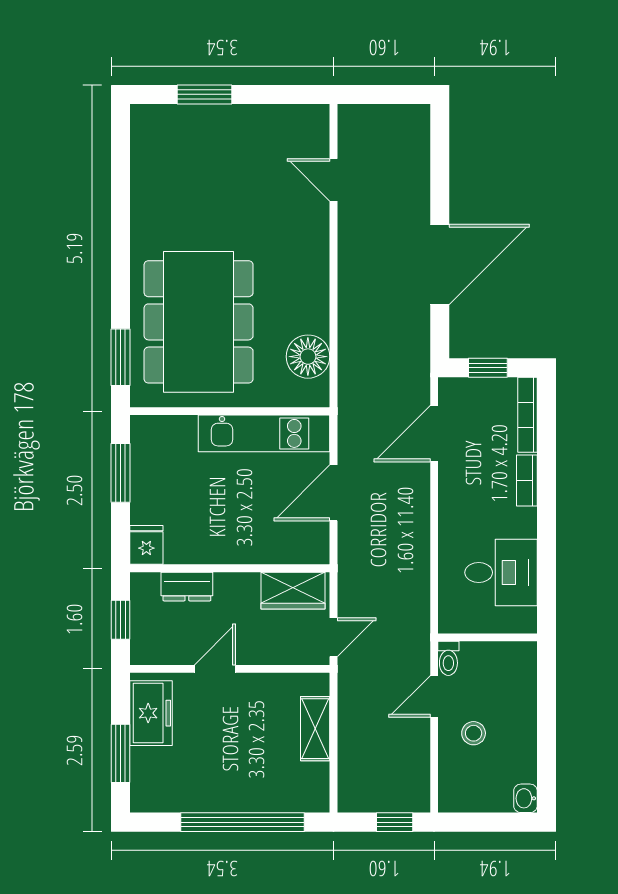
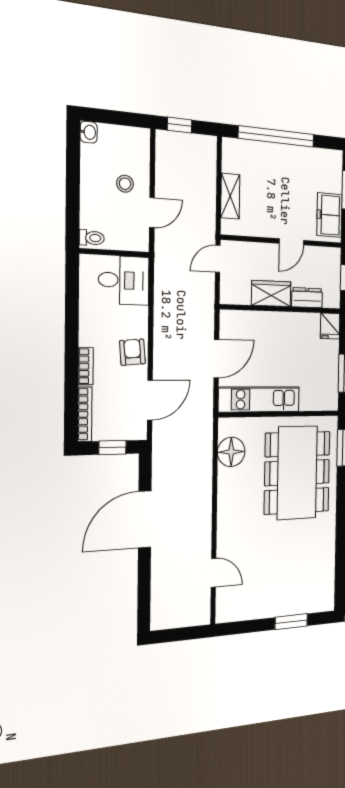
armchair: (460, 501) -> (132, 352), added
desk: (501, 573) -> (124, 280), moved, turned 180
wardrobe: (293, 591) -> (271, 294), moved
toilet: (448, 658) -> (92, 238), moved, turned 90

